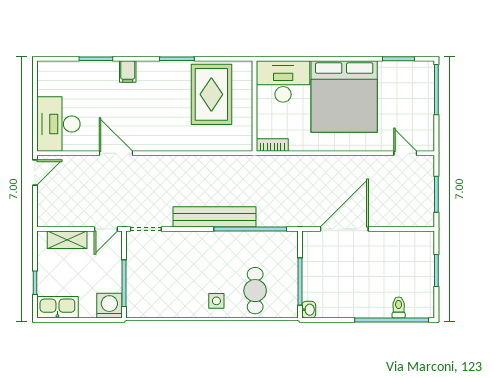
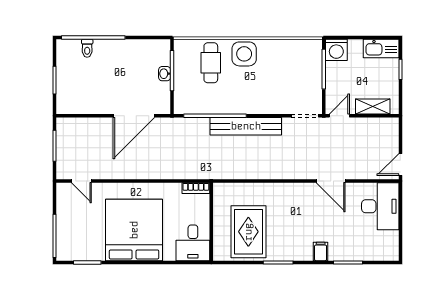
desk: (283, 81) -> (193, 243), width x0.73
side table: (216, 301) -> (244, 54), width x1.87, depth x1.87
washbasin: (309, 310) -> (165, 74), moved

